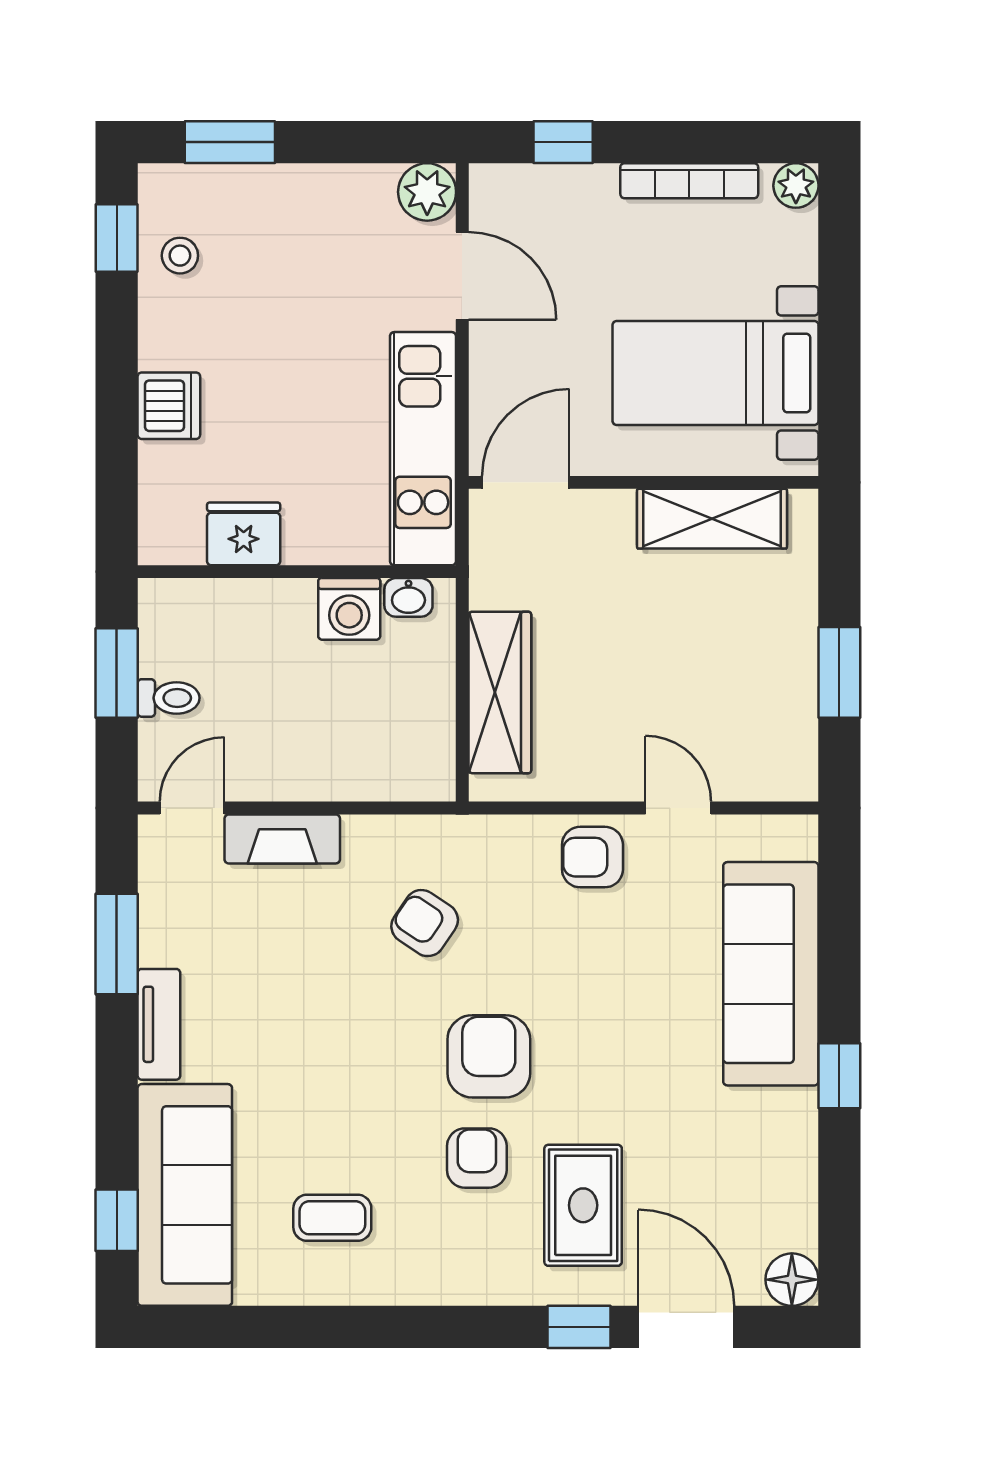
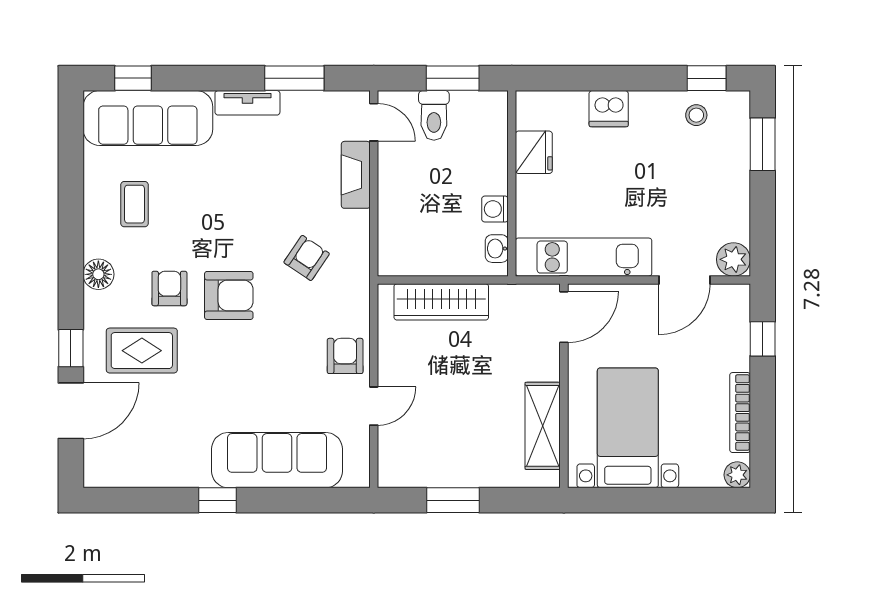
door: (526, 482) -> (564, 317), hinge flipped
washing machine: (349, 609) -> (495, 209), width x0.73, depth x0.73
toilet: (169, 698) -> (434, 115), width x1.37, depth x1.39
armchair: (477, 1158) -> (169, 288), turned -90
floor lamp: (792, 1280) -> (98, 274), moved

